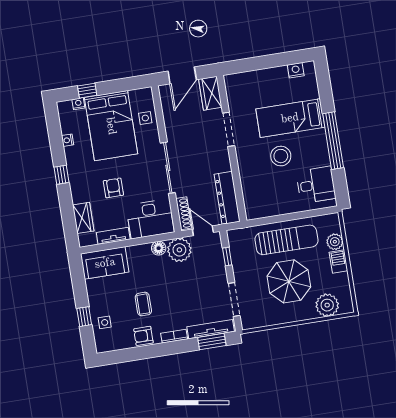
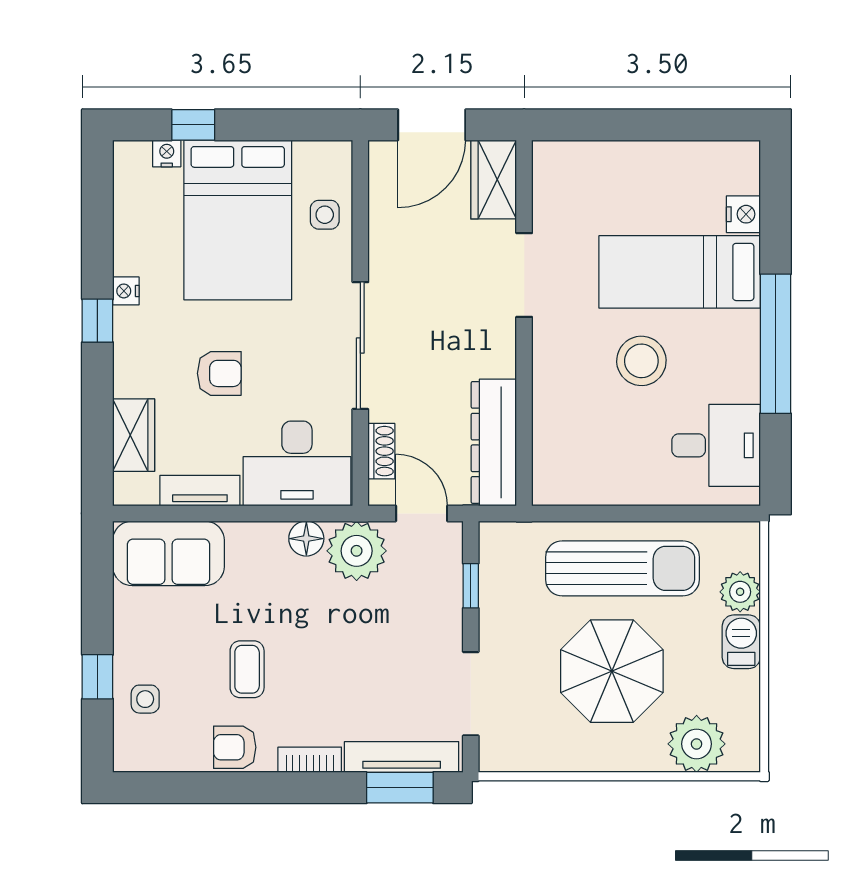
nightstand: (296, 70) -> (743, 214), moved, turned 90
nightstand: (68, 140) -> (126, 291), moved
armchair: (113, 188) -> (219, 373), turned 90
shoe rack: (184, 213) -> (381, 451), width x0.70

